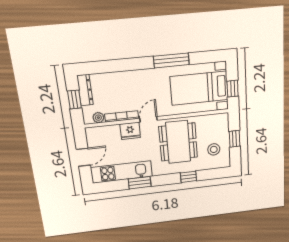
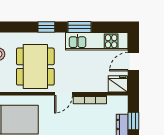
plant: (98, 118) -> (113, 101), removed
fridge: (130, 131) -> (118, 84), moved
window: (188, 177) -> (46, 27), moved

